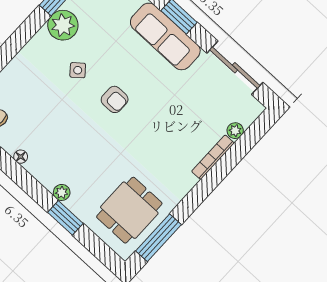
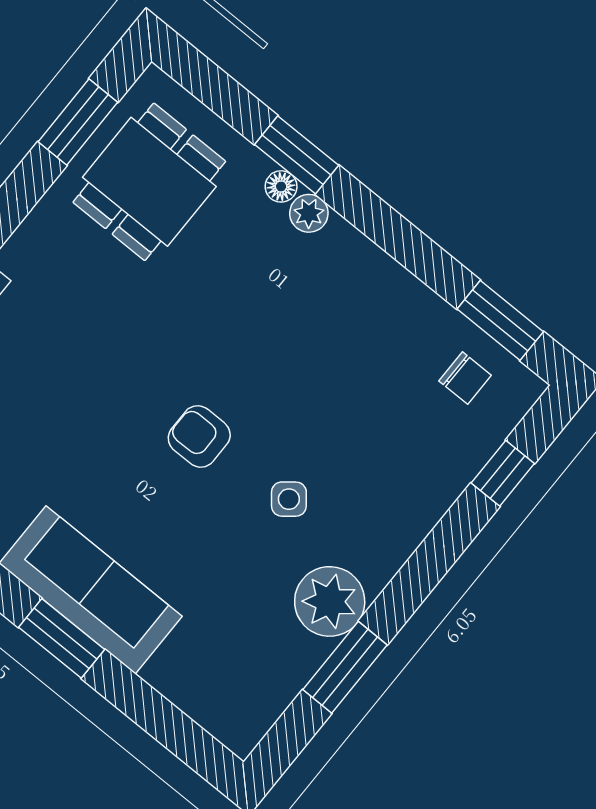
floor lamp: (21, 157) -> (281, 186), moved
window: (158, 238) -> (78, 122), width x0.69

